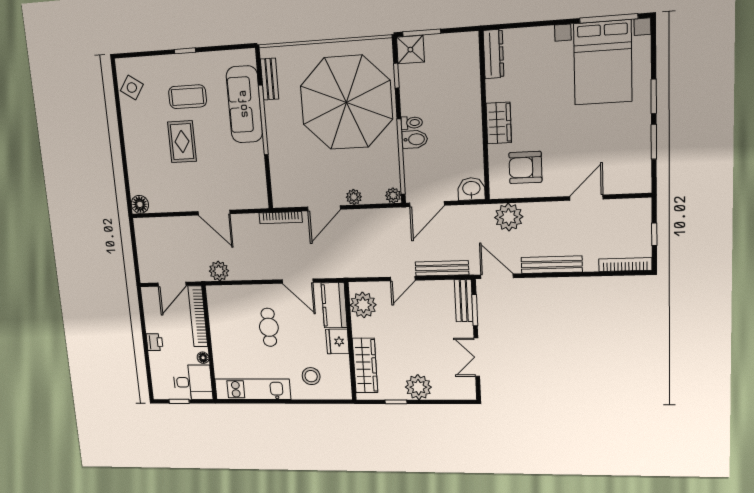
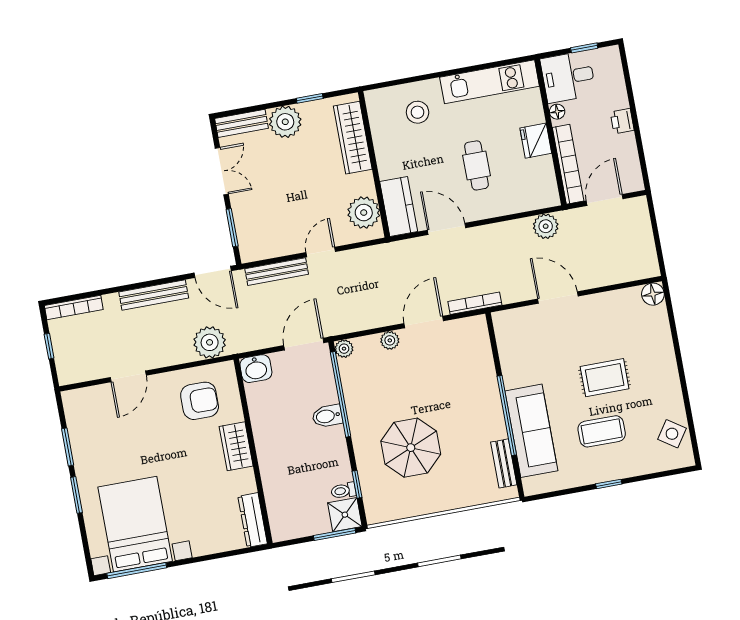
parasol: (346, 103) -> (411, 448), width x0.54, depth x0.54
toilet: (412, 123) -> (343, 491), moved
rug: (182, 142) -> (605, 378), turned 90
bench: (464, 301) -> (242, 123), moved, turned 90
fridge: (337, 341) -> (536, 141), moved, turned 180

